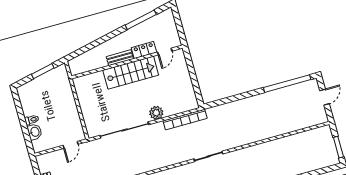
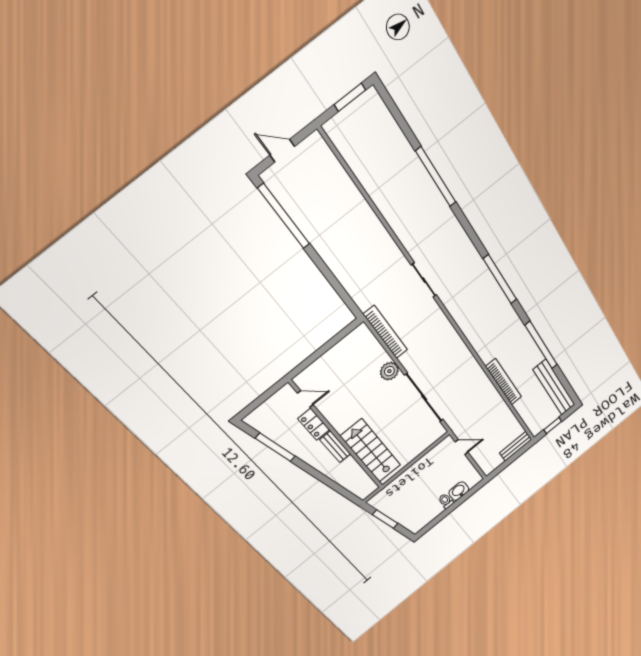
stairs: (131, 73) -> (371, 451), moved

